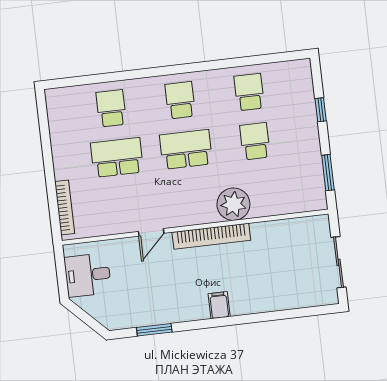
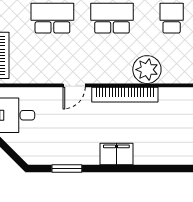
filing cabinet: (219, 305) -> (116, 154), width x2.00

